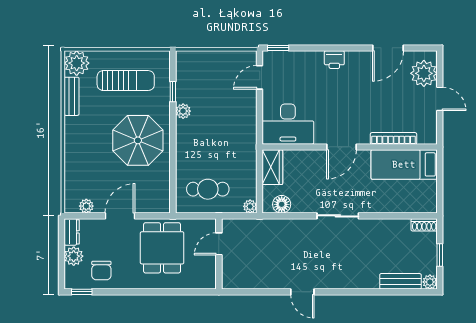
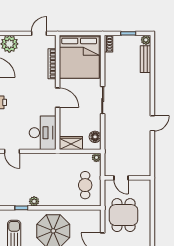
door: (440, 99) -> (39, 33), moved
bed: (404, 164) -> (79, 57), width x2.04
dining table: (162, 248) -> (124, 215), turned 90

